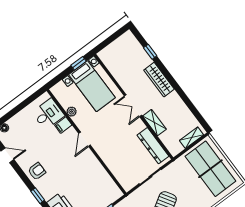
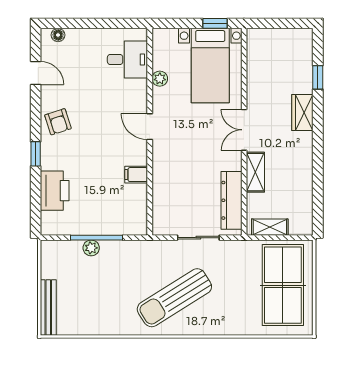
wardrobe: (159, 80) -> (302, 112), width x0.67
filing cabinet: (63, 125) -> (136, 175), moved
shelving: (191, 138) -> (270, 227), moved
door: (85, 139) -> (150, 127), hinge flipped
armchair: (37, 171) -> (58, 122), turned 72

